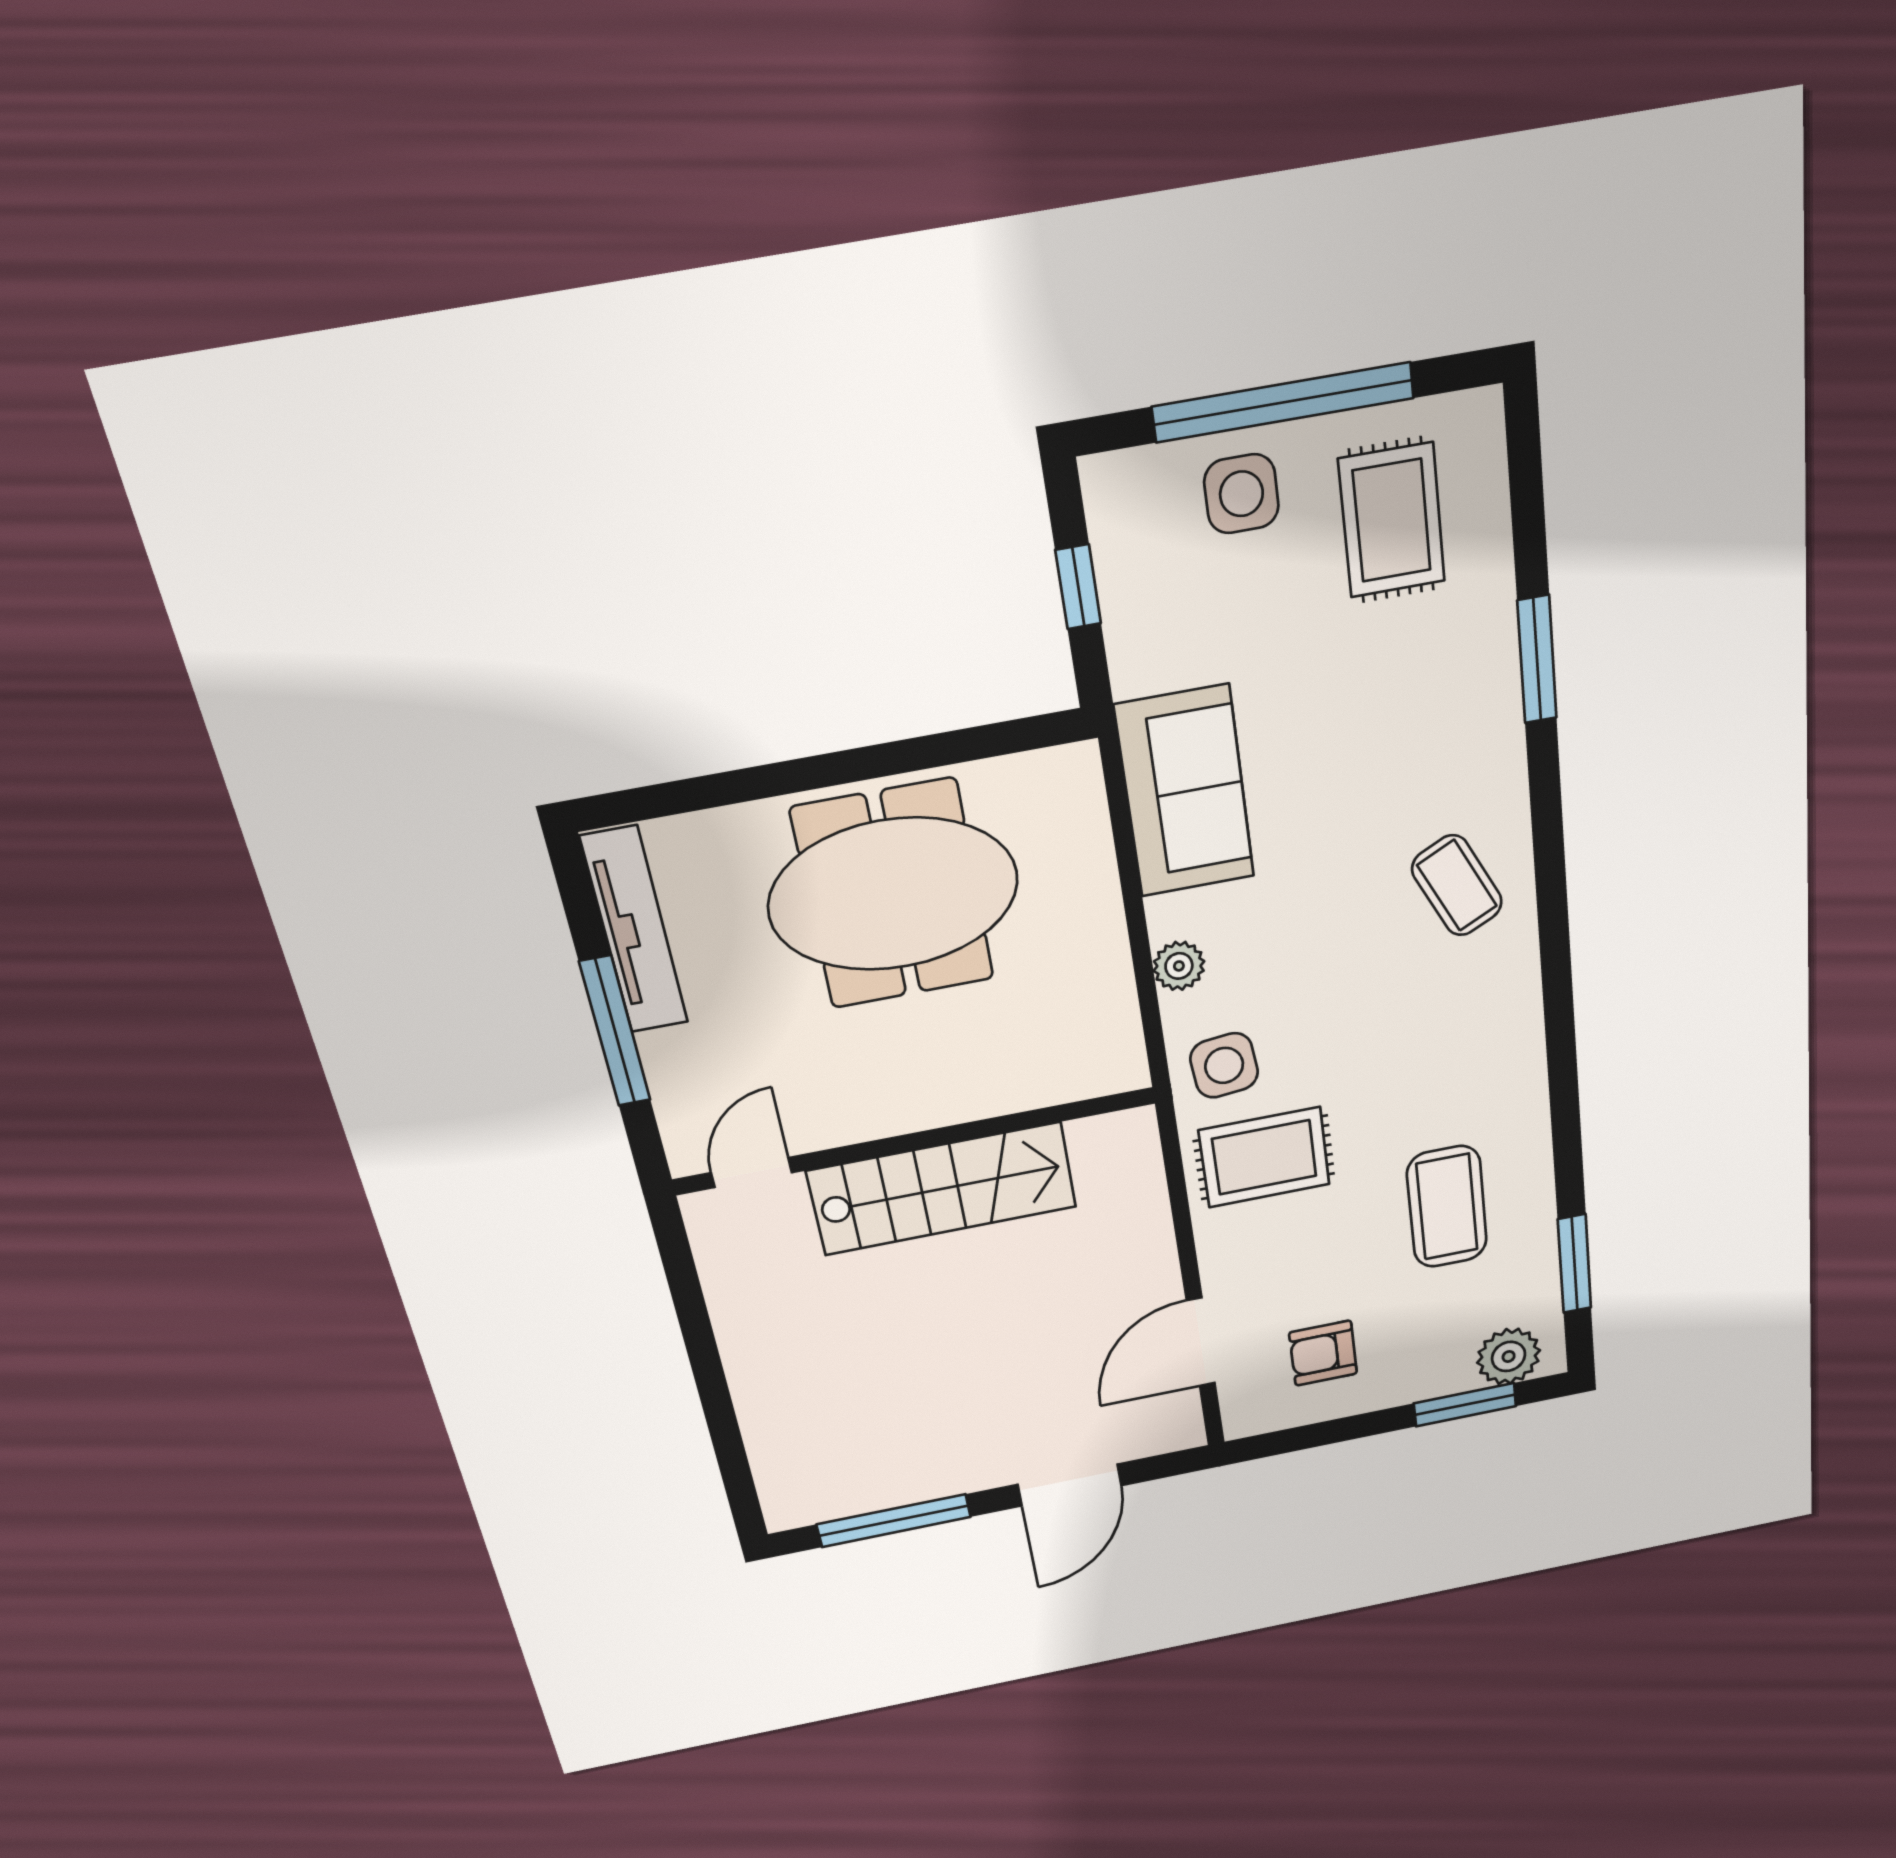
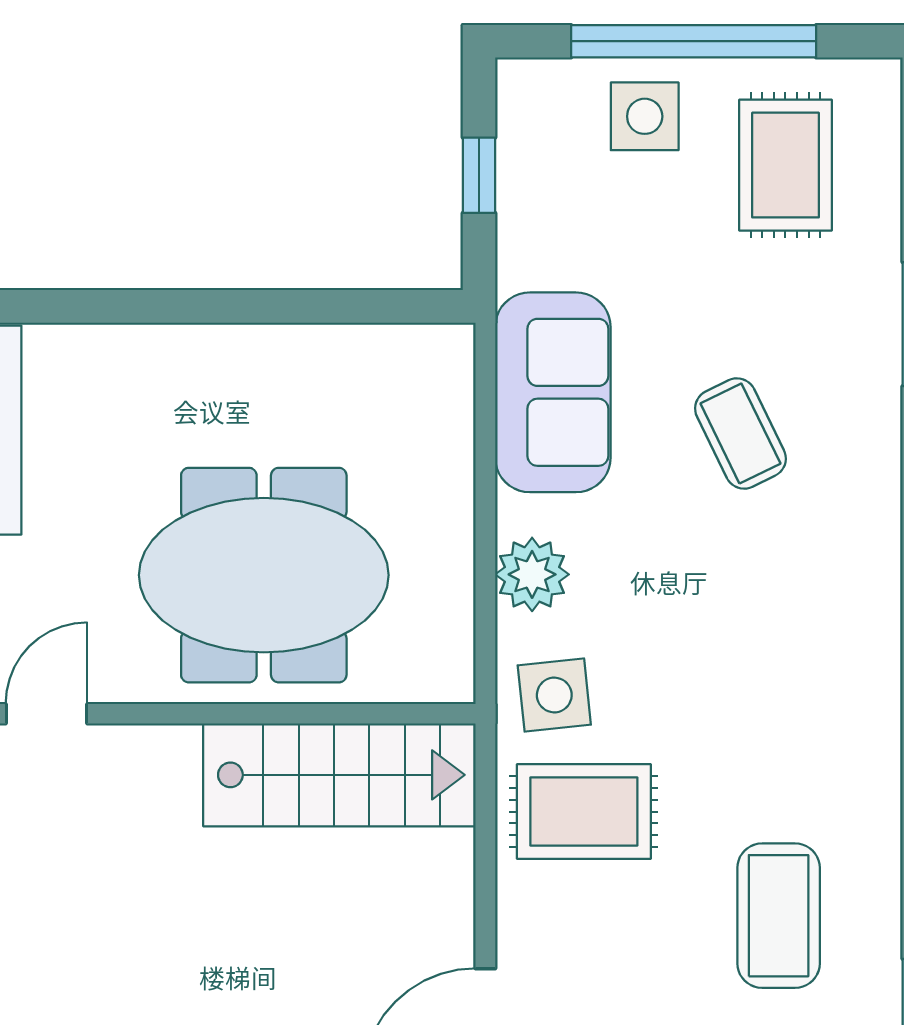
coffee table: (1457, 885) -> (740, 434), moved
meeting table: (893, 894) -> (264, 575), moved
plant: (1179, 966) -> (532, 574), width x1.38, depth x1.38
stairs: (942, 1189) -> (339, 775), moved

